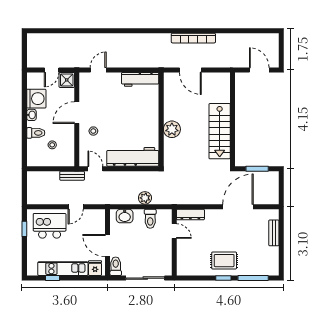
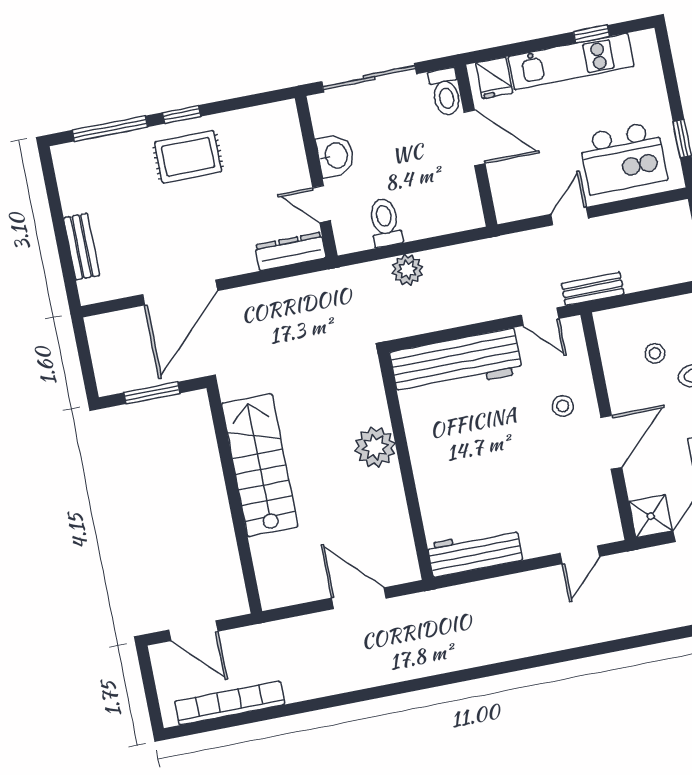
bookcase: (193, 38) -> (230, 703), moved
washbasin: (125, 216) -> (335, 156), moved, turned 90

